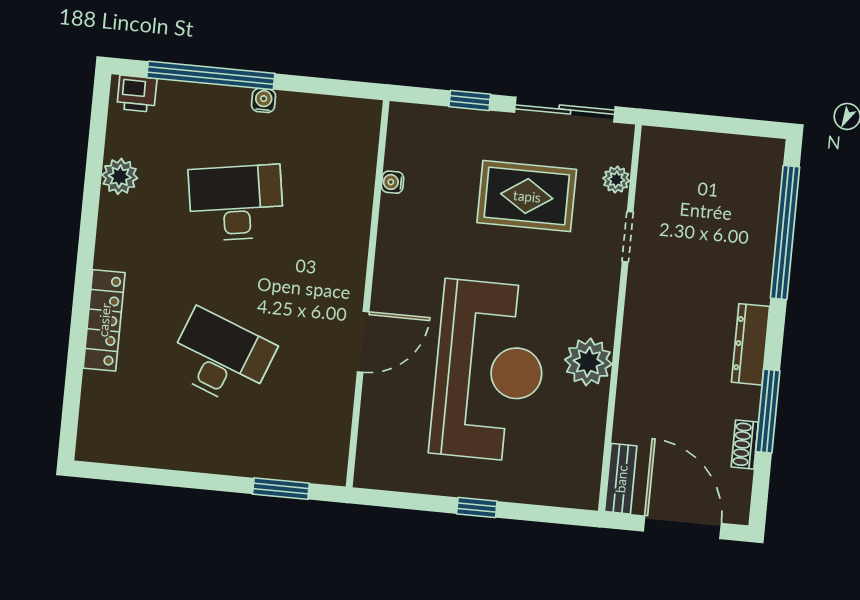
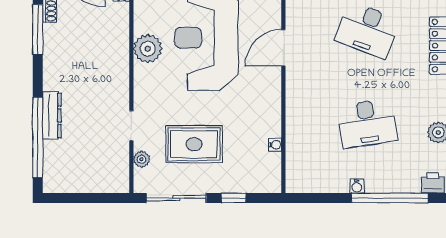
dresser: (750, 344) -> (52, 115), moved

